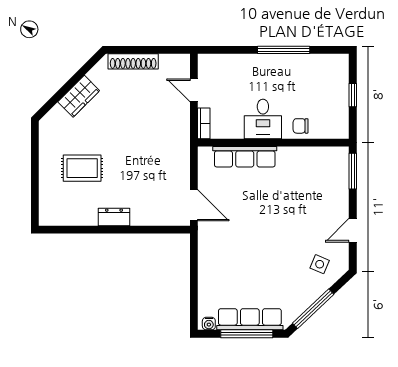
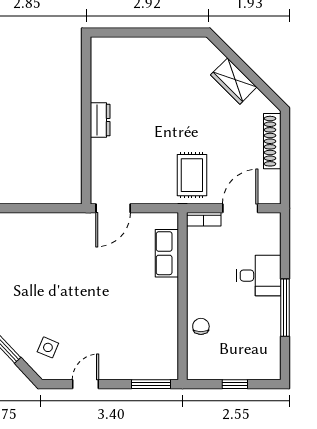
door: (194, 90) -> (240, 208), width x1.38
desk: (263, 119) -> (259, 276), moved, turned 180
row of seats: (245, 157) -> (167, 253), width x0.68
rug: (82, 168) -> (192, 175), moved
door: (353, 230) -> (85, 384), hinge flipped

